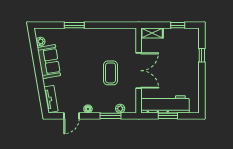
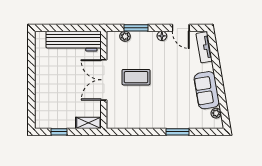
window: (202, 55) -> (31, 97), removed
coffee table: (110, 73) -> (136, 77), turned 90
door: (71, 116) -> (181, 28), swing flipped
window: (168, 116) -> (70, 28), removed

